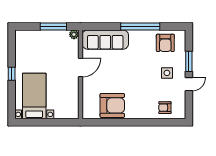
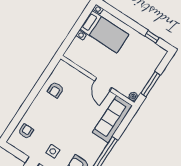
window: (12, 74) -> (152, 37), moved
armchair: (112, 105) -> (55, 90), width x0.53, depth x0.53

